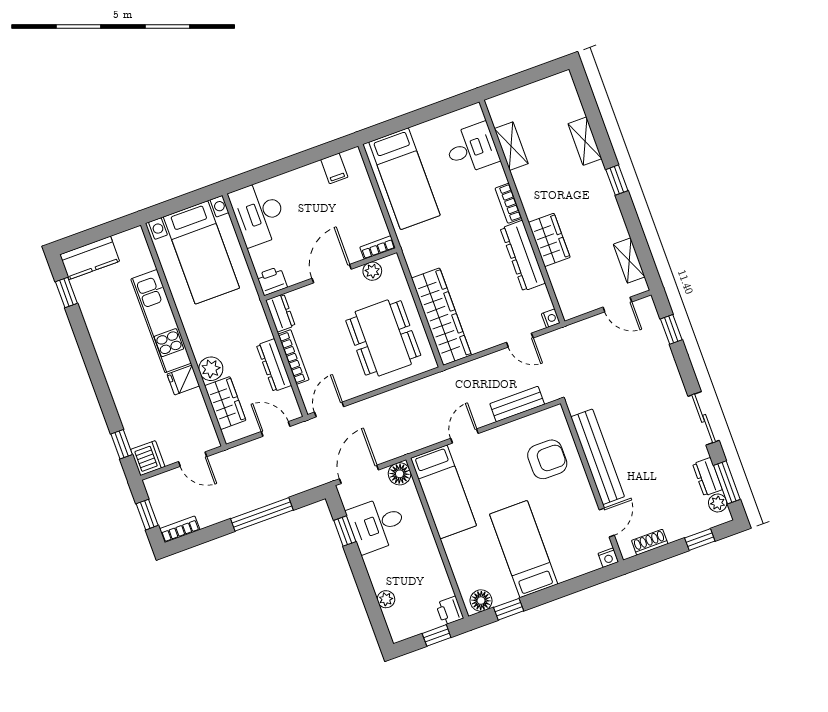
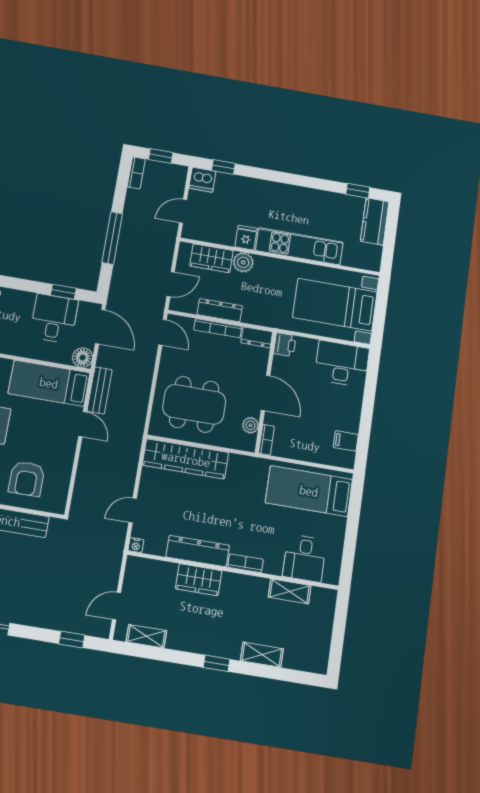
bench: (517, 404) -> (100, 390), moved

